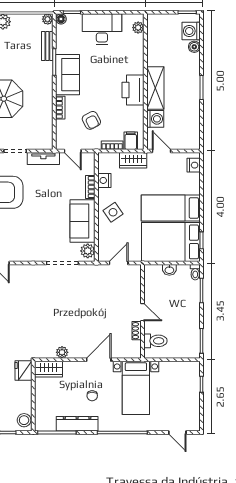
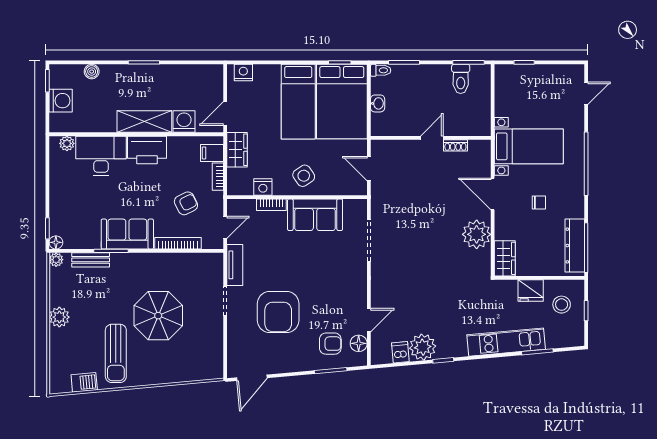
desk: (102, 29) -> (101, 156), moved, turned 90
washing machine: (191, 31) -> (61, 101), moved, turned -90
bookcase: (60, 108) -> (178, 243), width x1.56
plant: (88, 251) -> (353, 208), removed
toilet: (155, 341) -> (461, 79), moved, turned 180
plant: (62, 352) -> (477, 234), width x1.87, depth x1.87
fridge: (23, 371) -> (531, 290), moved
stool: (24, 420) -> (562, 305), moved
dresser: (77, 424) -> (575, 246), moved

